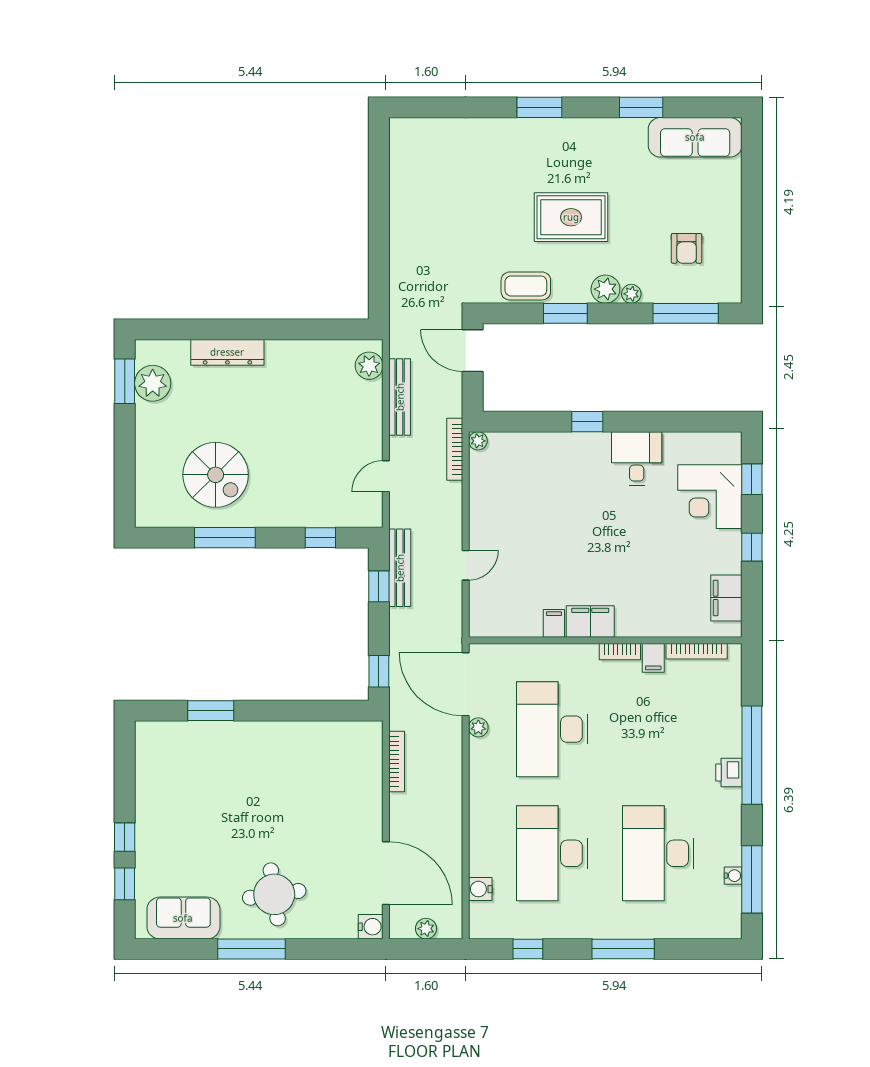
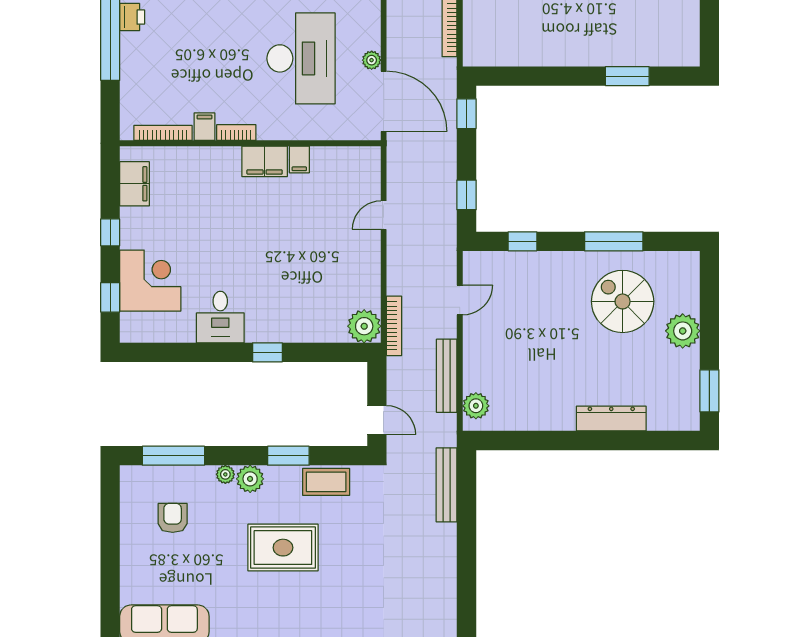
door: (473, 351) -> (377, 420), width x0.73
plant: (153, 383) -> (683, 331), moved
plant: (478, 441) -> (364, 326), width x1.87, depth x1.87
bench: (400, 568) -> (447, 485), moved

